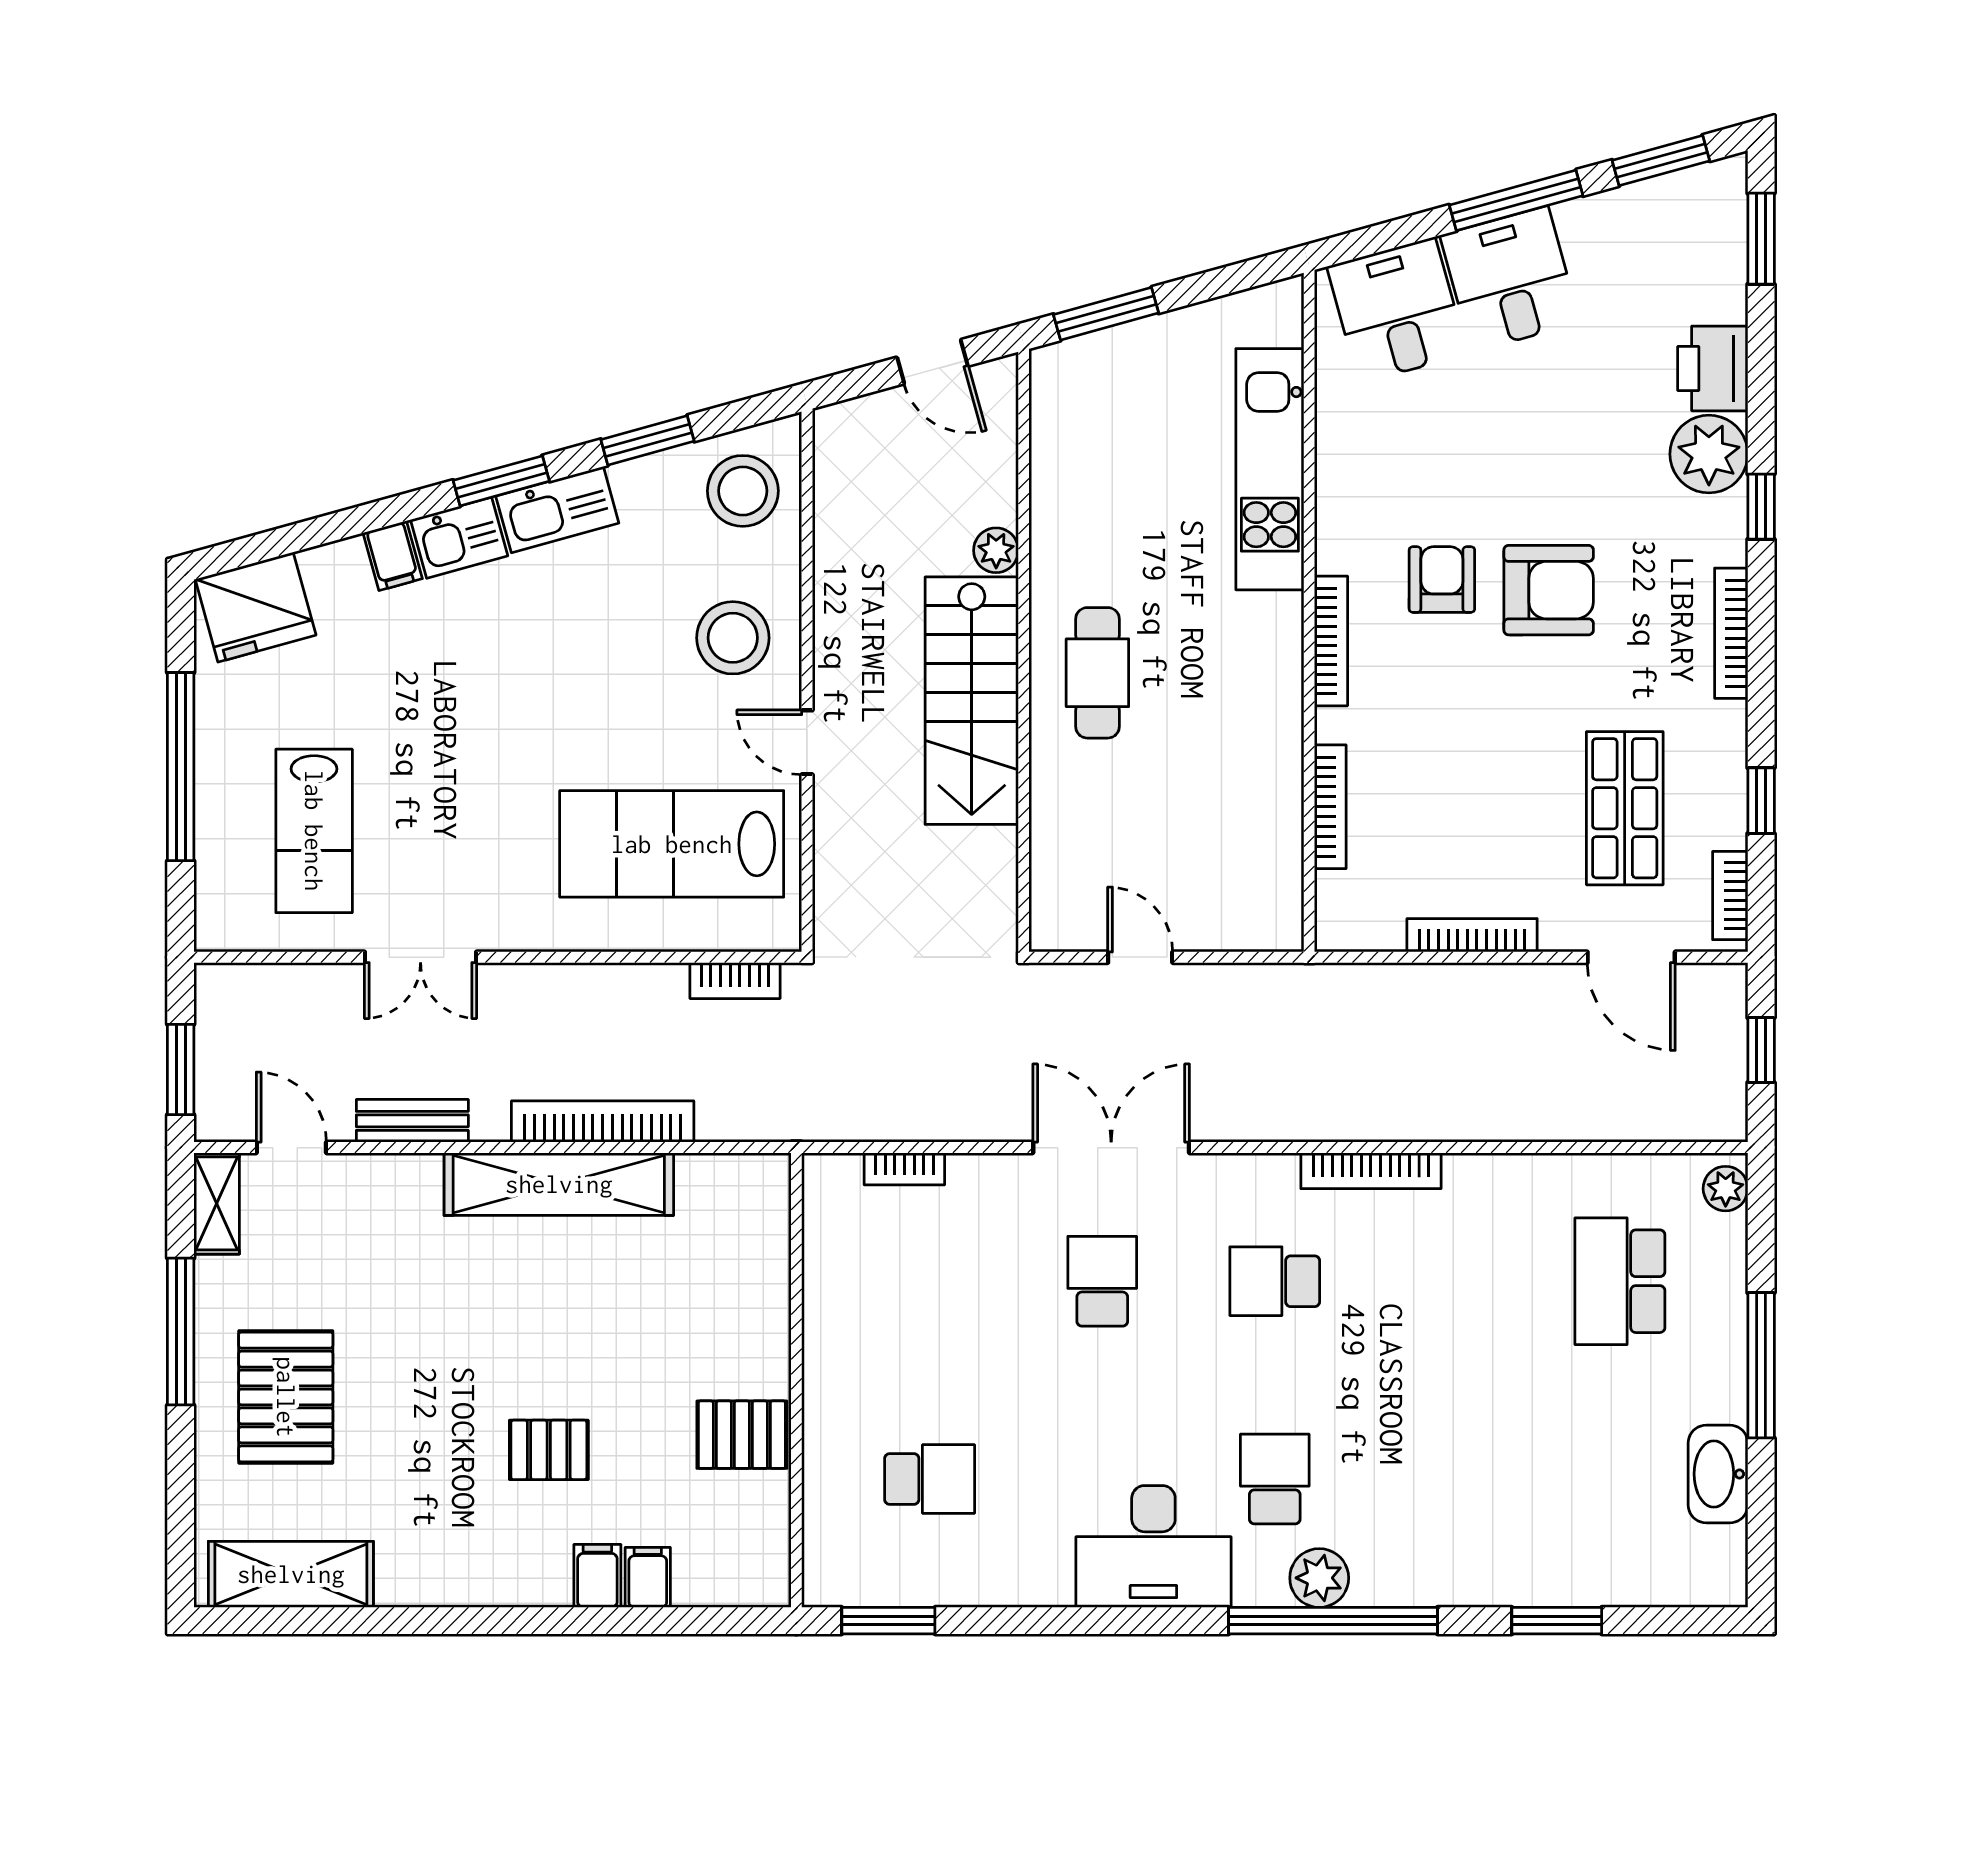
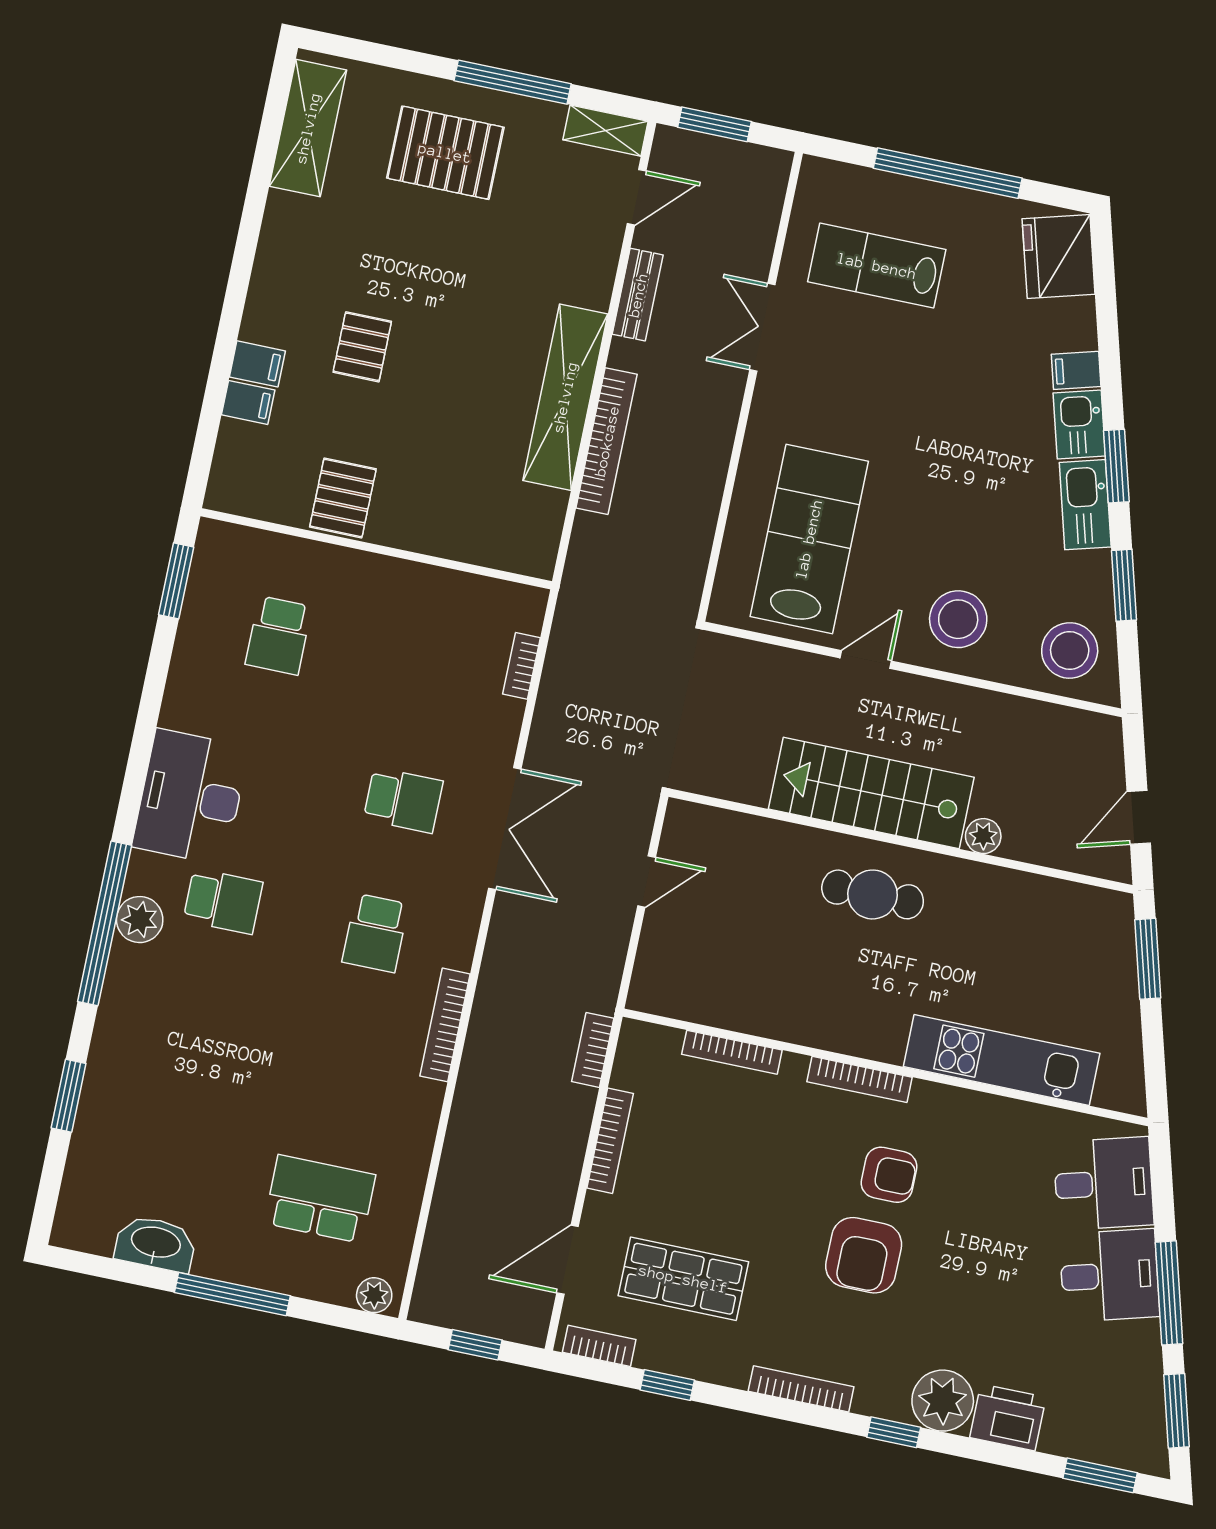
bookcase: (735, 981) -> (593, 1050), moved
school desk: (1275, 1281) -> (375, 933), turned 180

